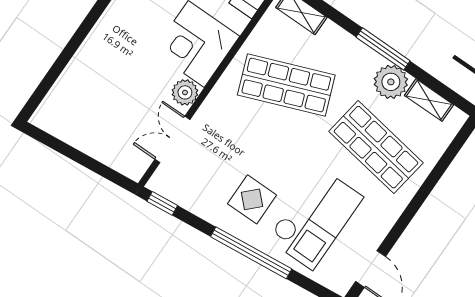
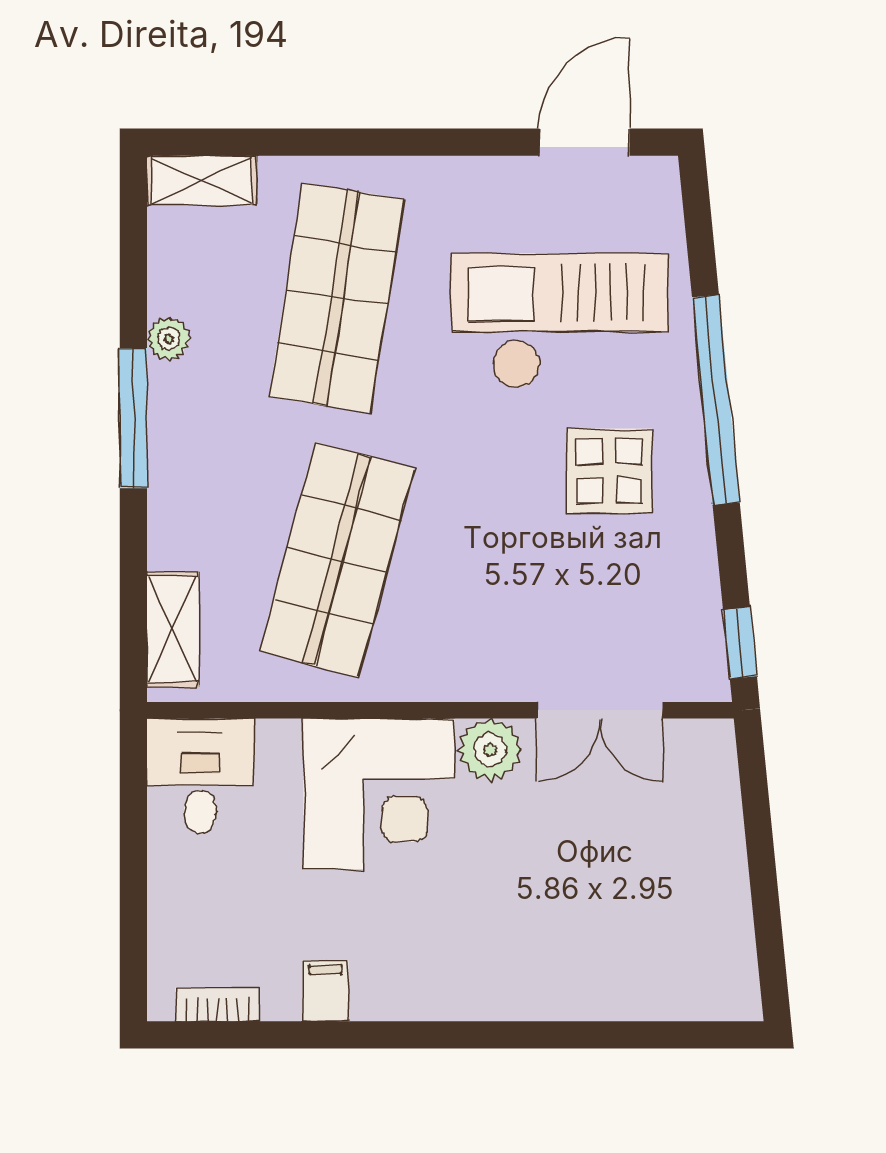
plant: (391, 82) -> (169, 339), width x0.53, depth x0.53
shop shelf: (286, 85) -> (337, 560), turned 36
shelving: (429, 100) -> (202, 180), moved, turned 90

